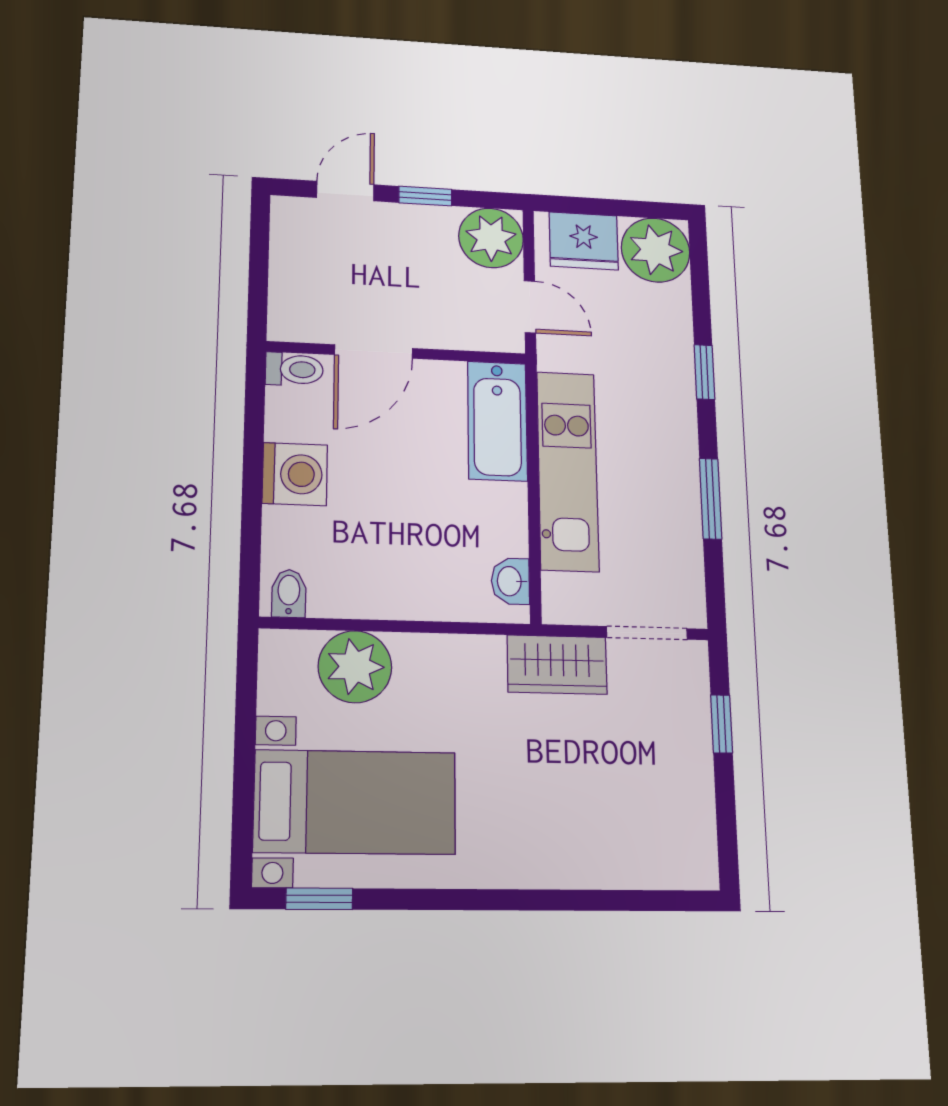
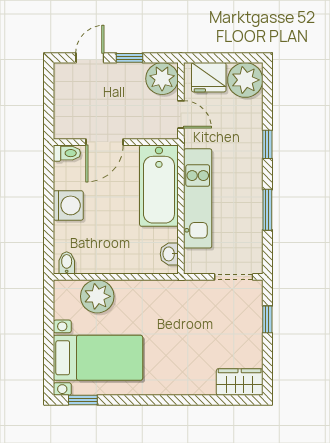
bathtub: (497, 421) -> (159, 186), width x1.36, depth x1.36
wardrobe: (557, 665) -> (240, 382), moved, turned 180

